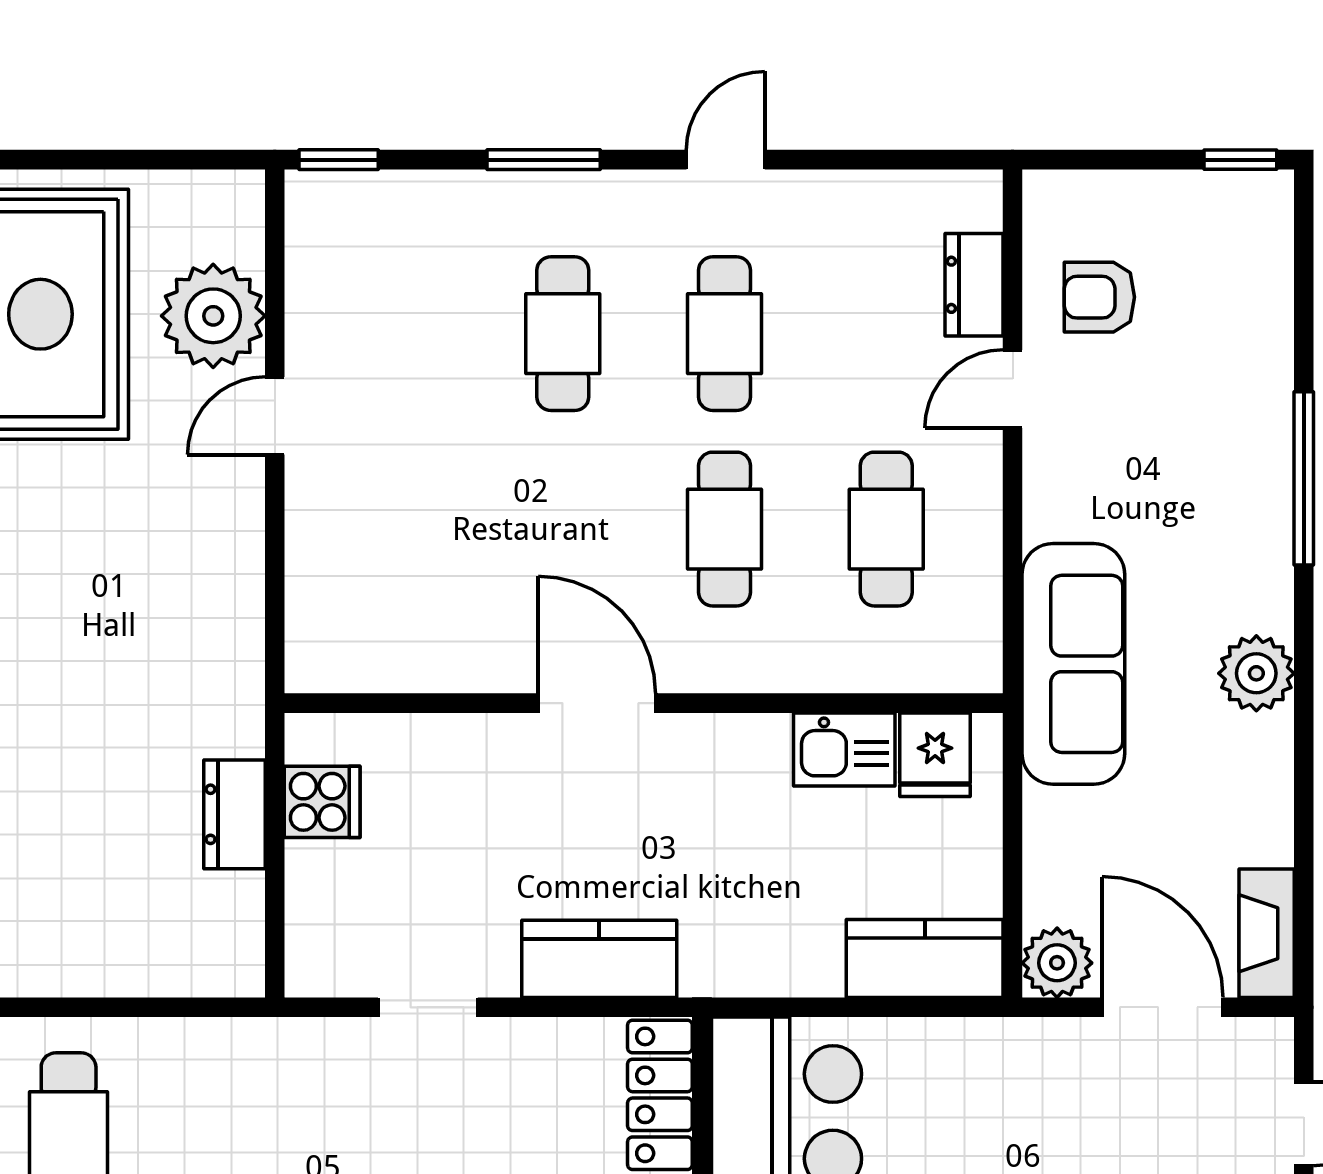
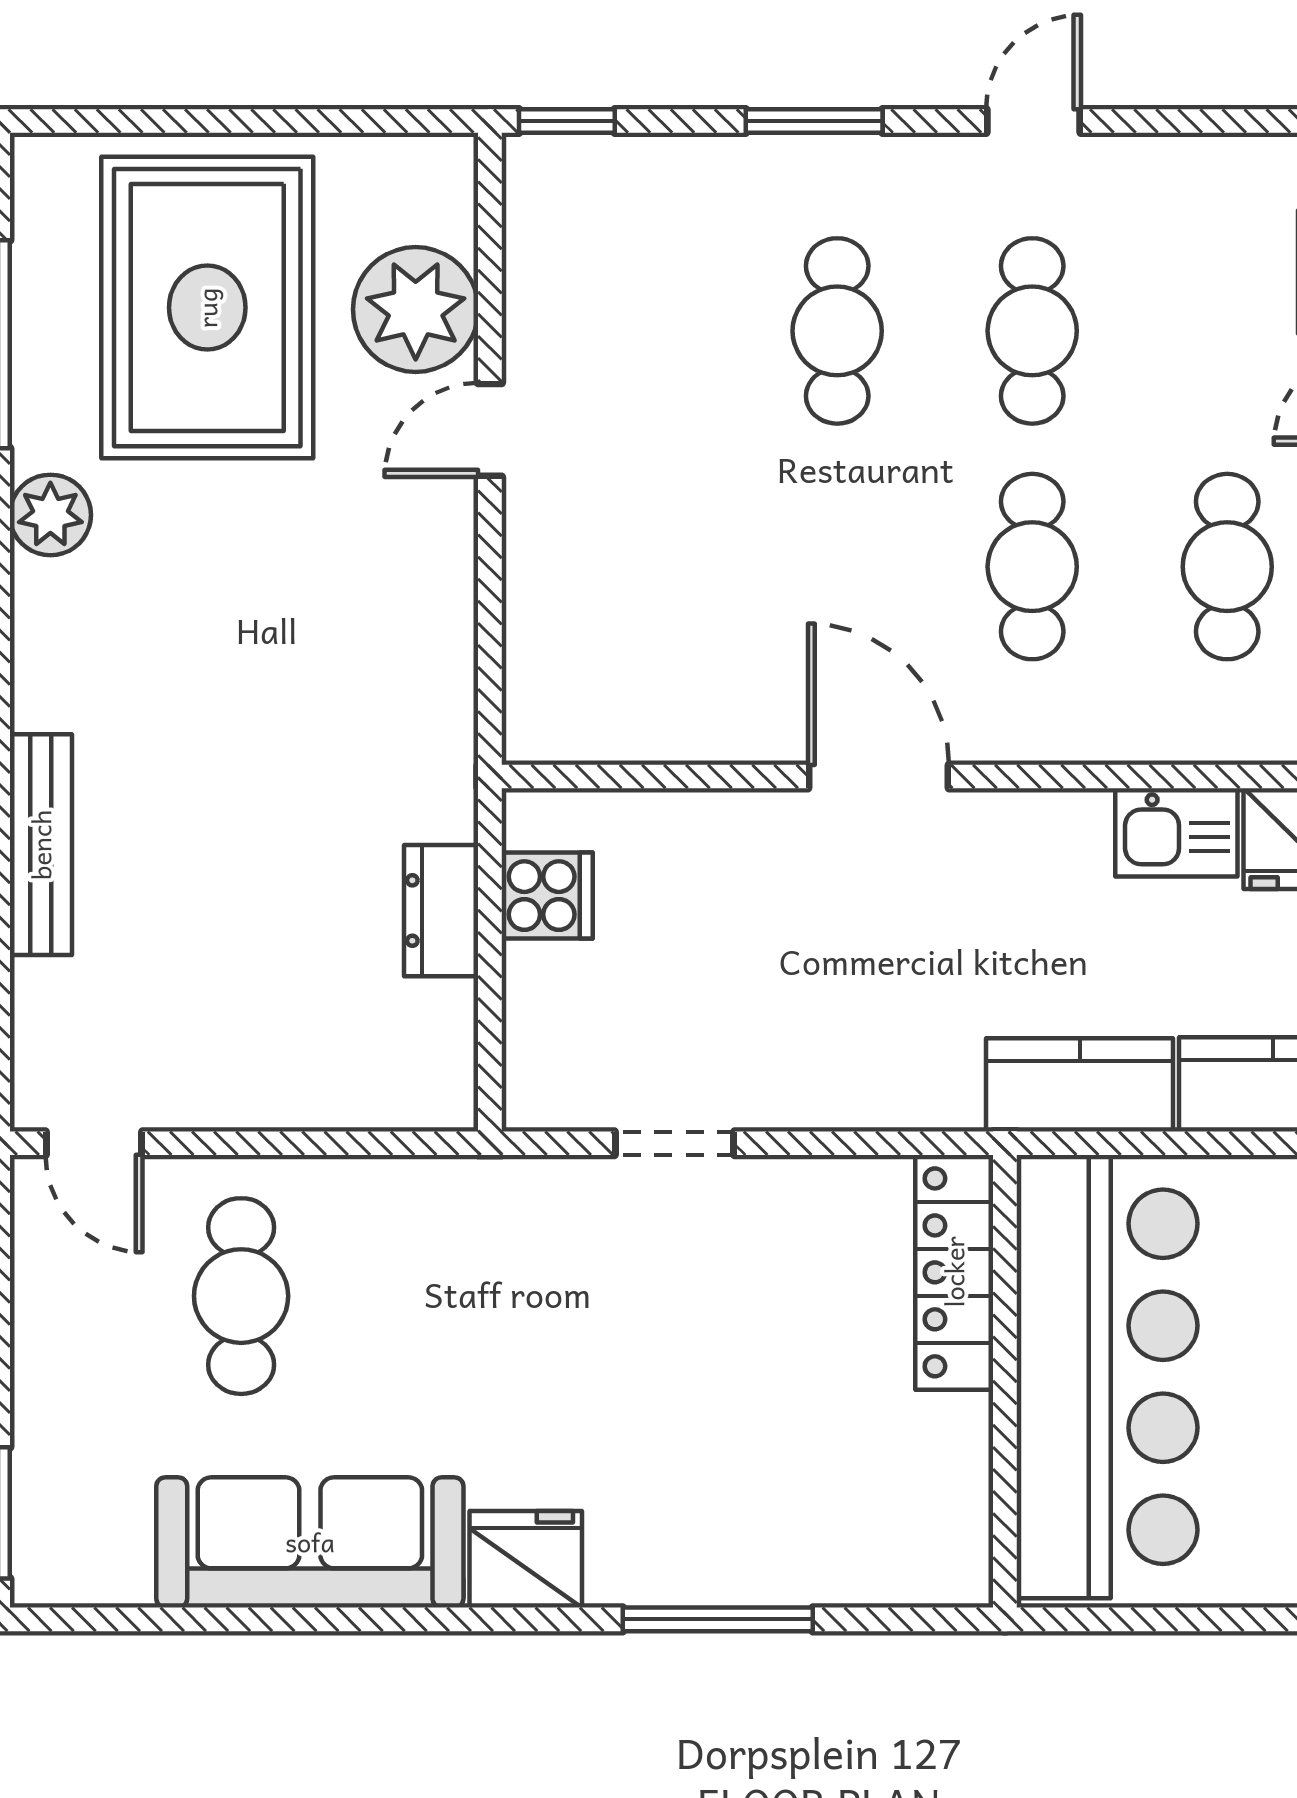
kitchen counter: (599, 959) -> (1080, 1085), moved

